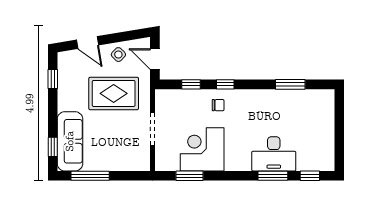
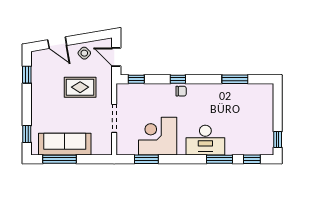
window: (191, 84) -> (136, 79), moved
rug: (114, 93) -> (80, 87), width x0.73, depth x0.70
chair: (218, 105) -> (181, 91), moved
sofa: (70, 141) -> (65, 144), moved, turned -90
window: (339, 153) -> (278, 139), added
desk: (274, 154) -> (205, 140), moved

